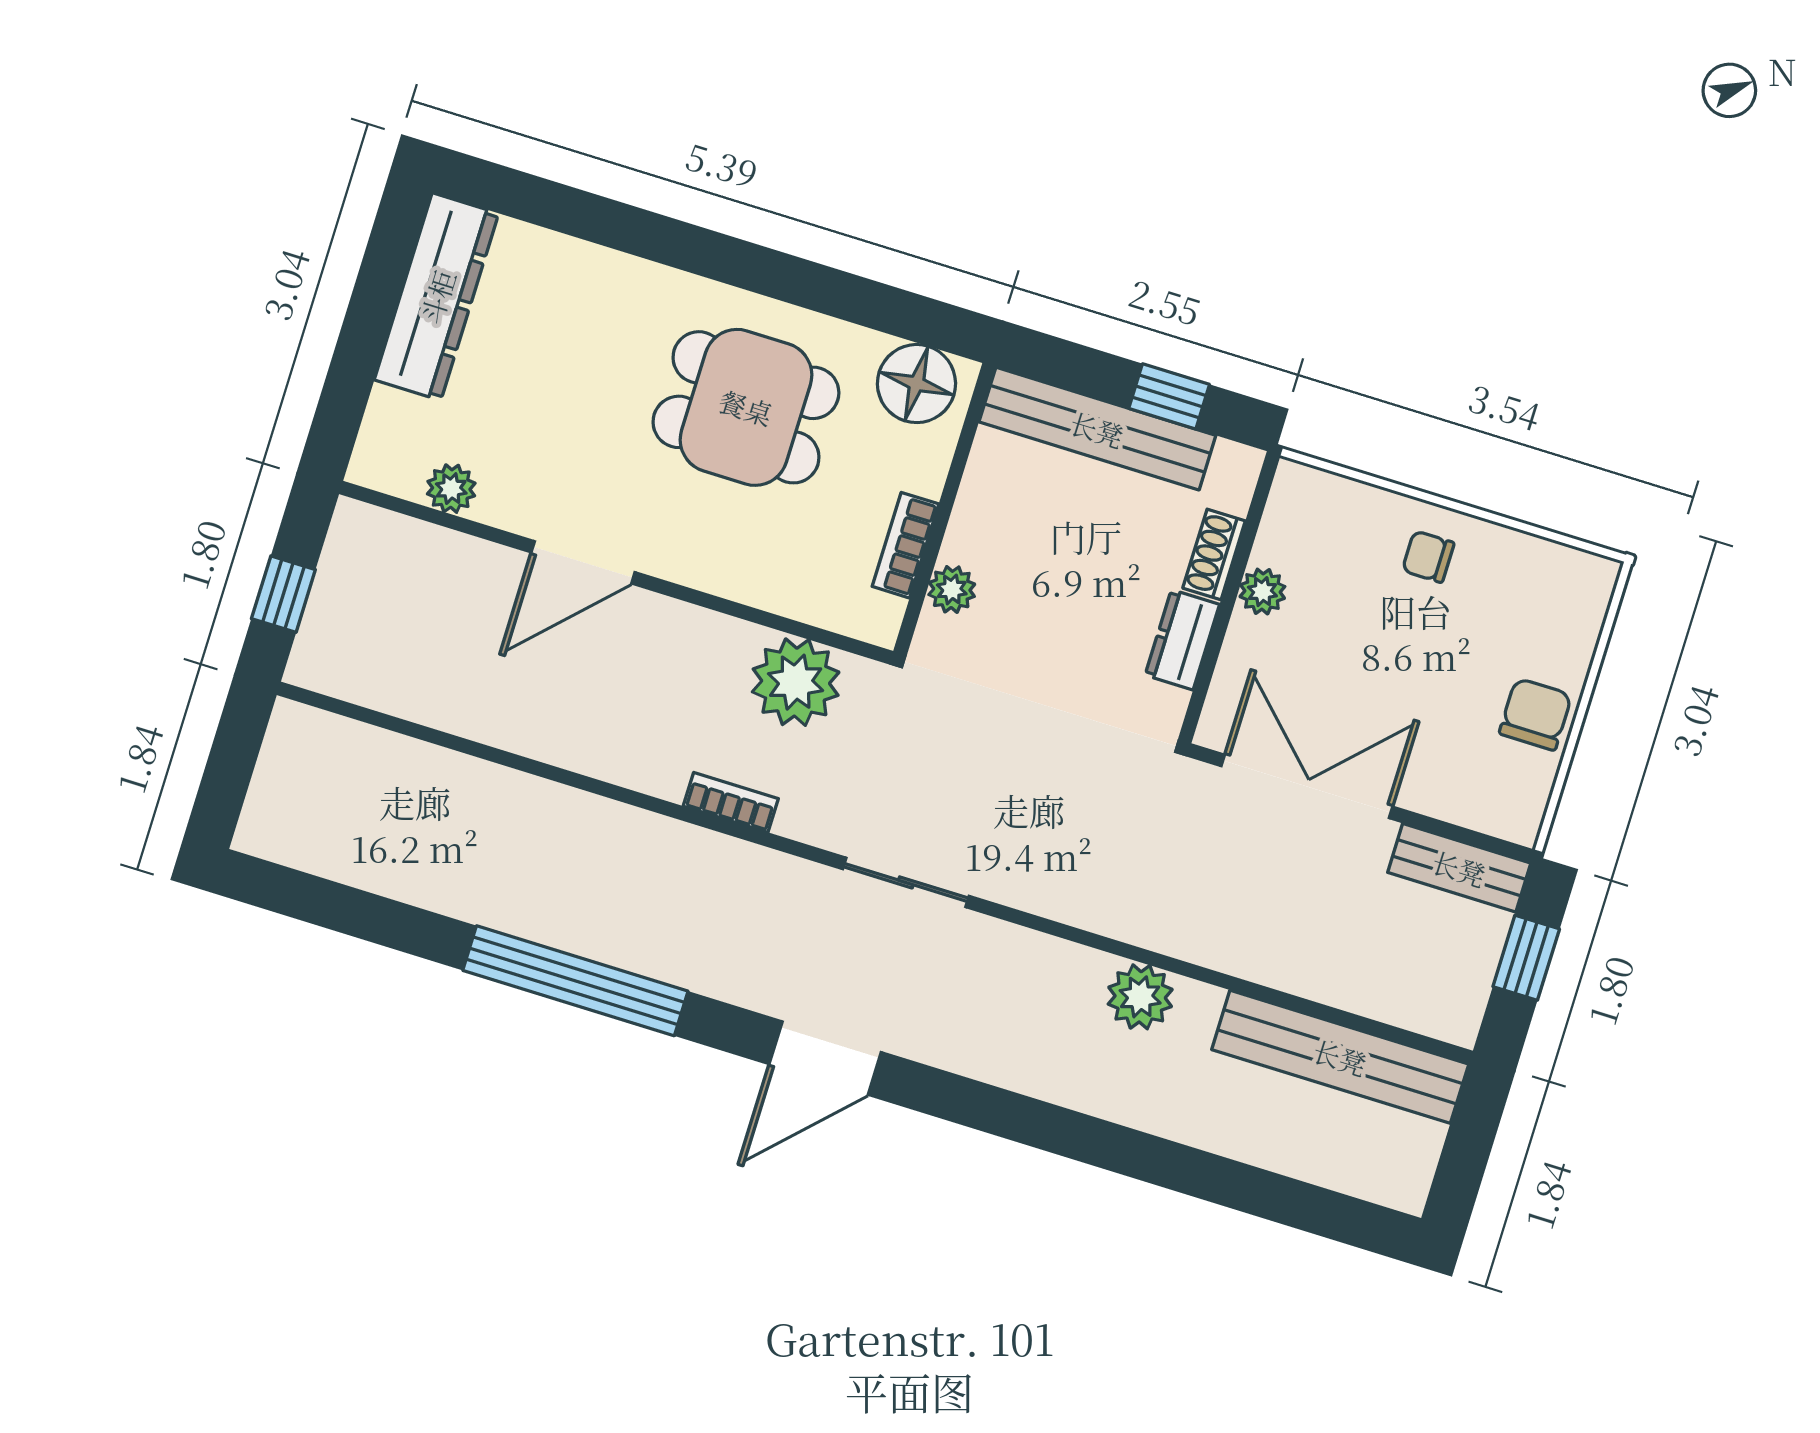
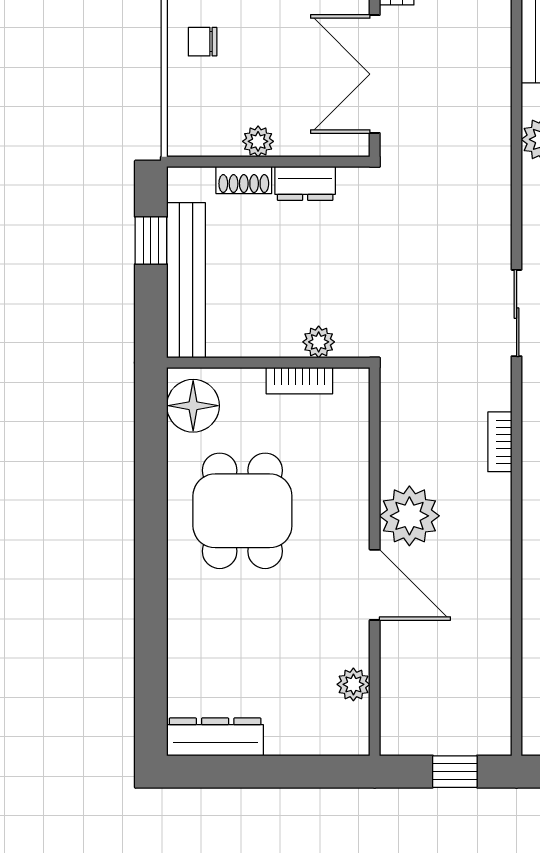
dresser: (437, 297) -> (215, 737), width x0.73, depth x0.80
chair: (1428, 557) -> (203, 42), turned 90
plant: (796, 682) -> (409, 516), moved

